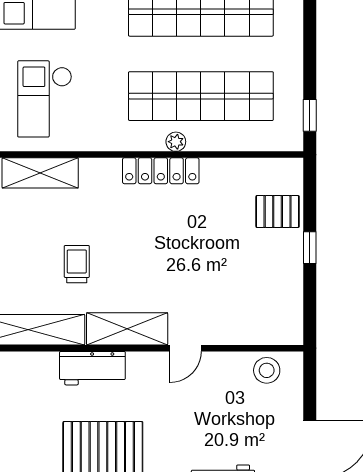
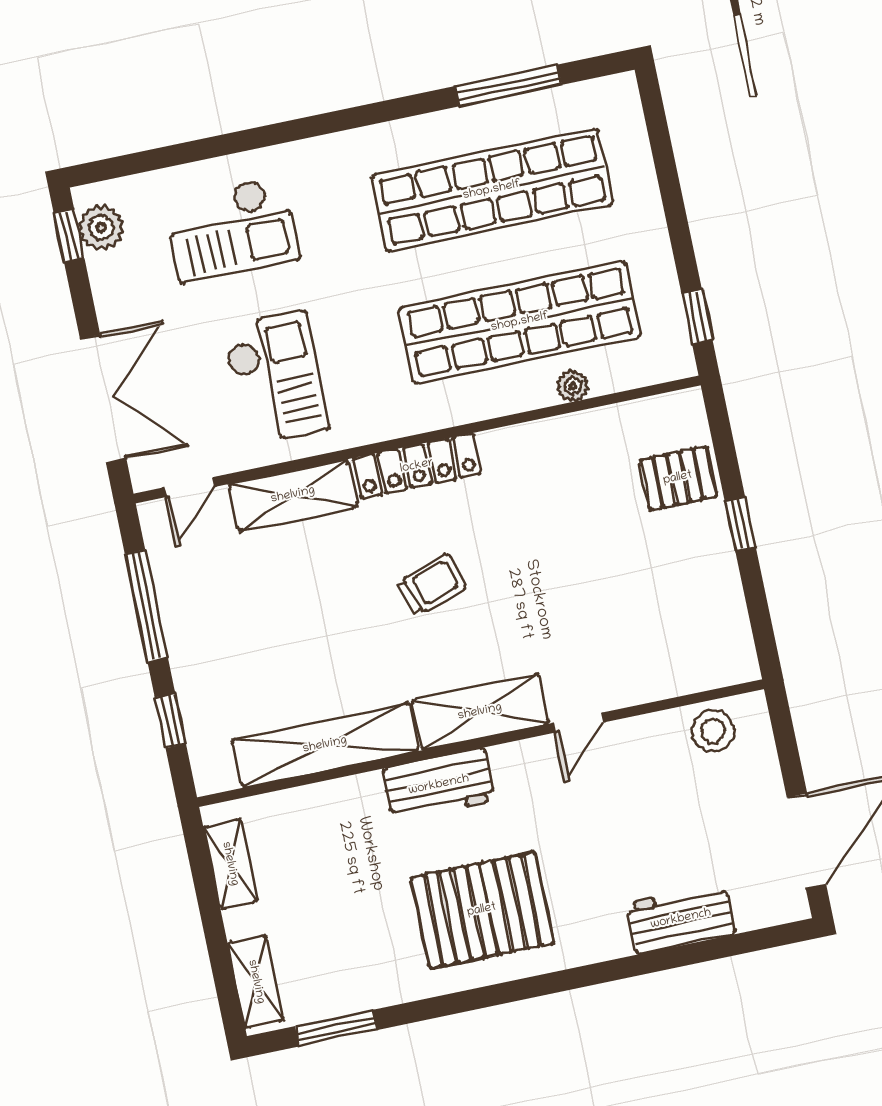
checkout: (45, 99) -> (276, 378), turned 180
plant: (176, 142) -> (573, 386), moved
locker: (161, 171) -> (417, 466), moved
trolley: (77, 264) -> (431, 585), moved, turned 72

